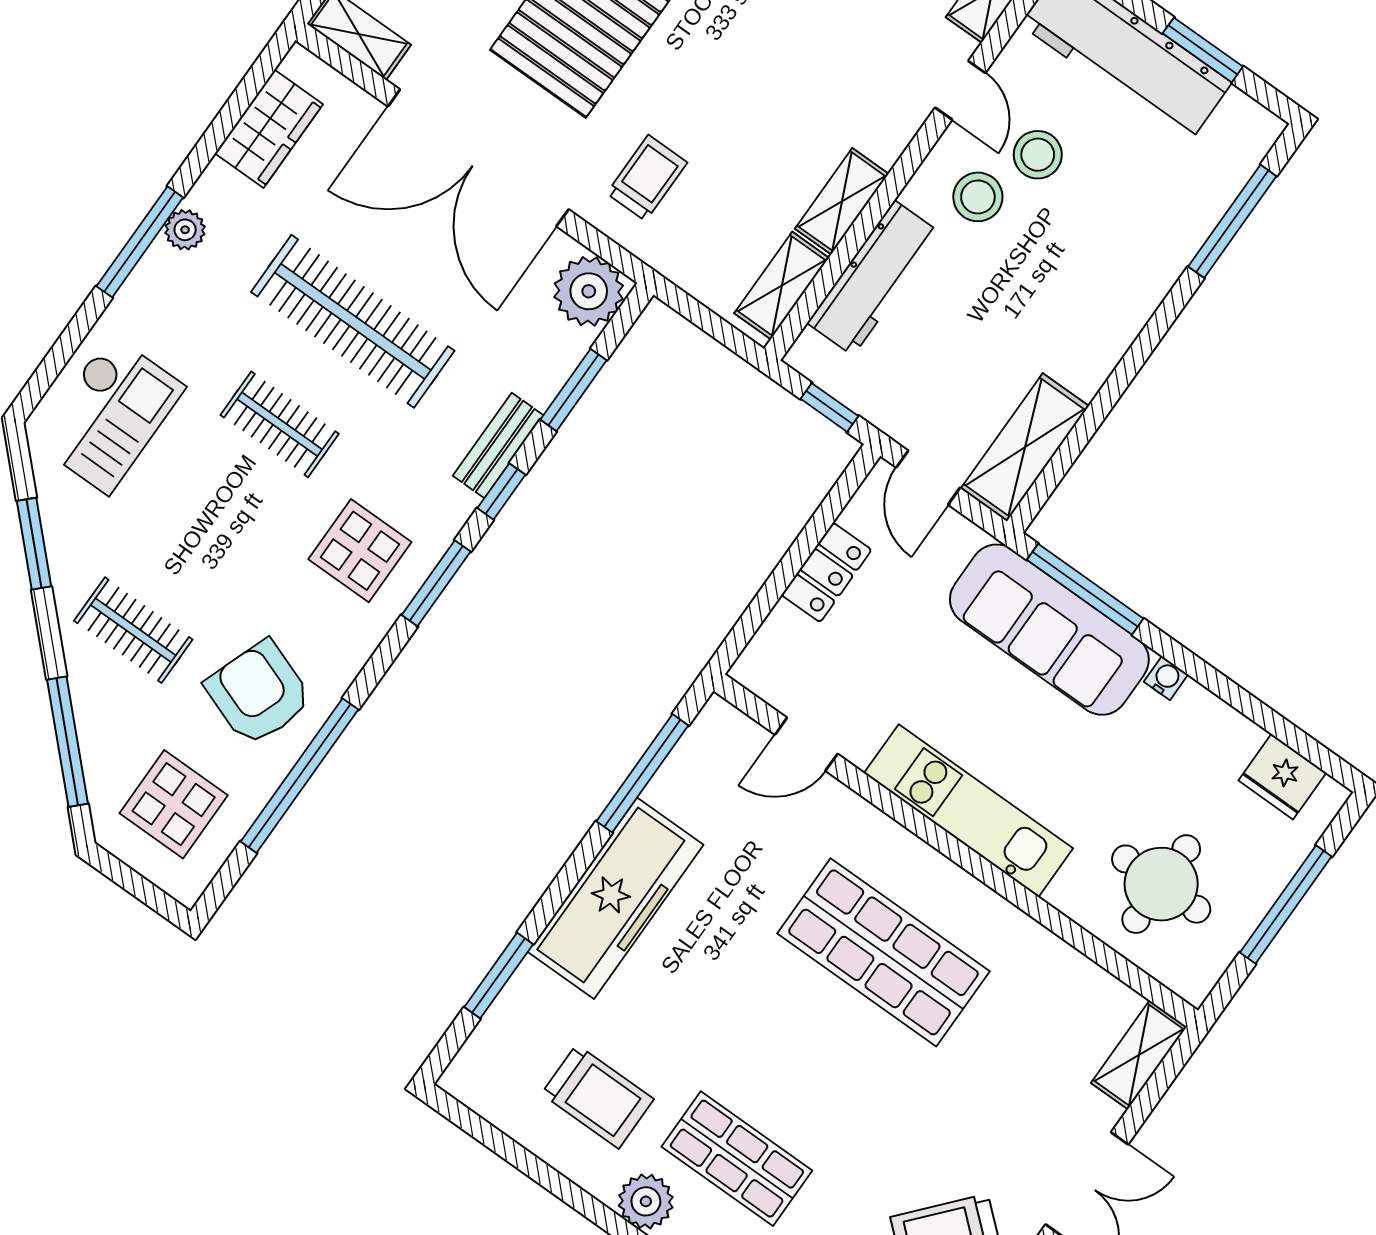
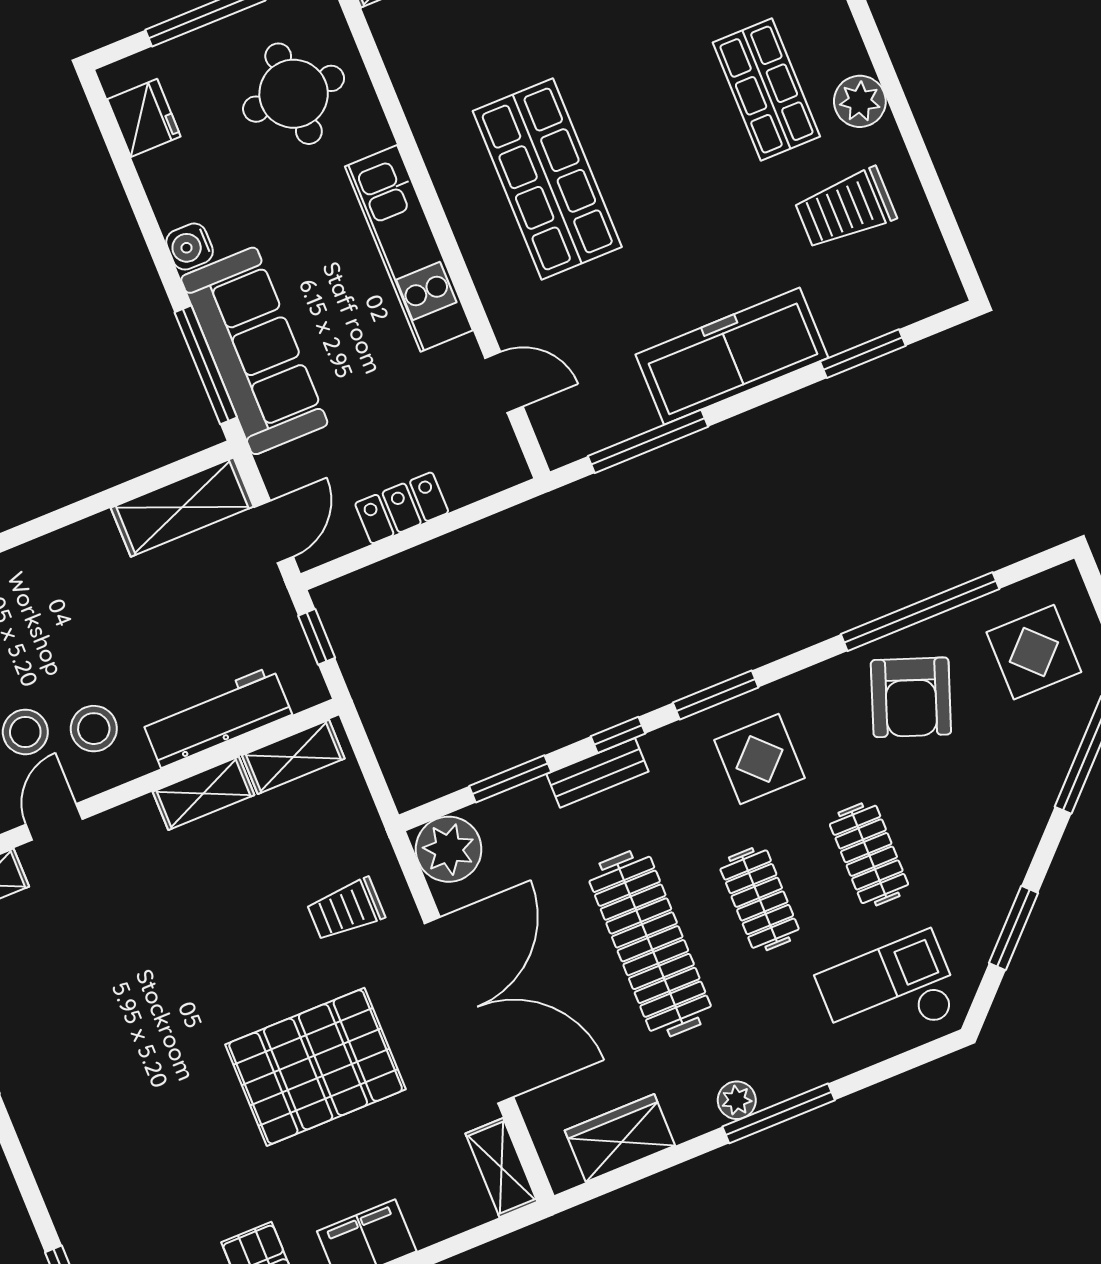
clothes rail: (133, 630) -> (869, 854), moved
water cooler: (1166, 678) -> (190, 247), width x1.38, depth x1.38
trolley: (598, 1096) -> (845, 209), turned -90

